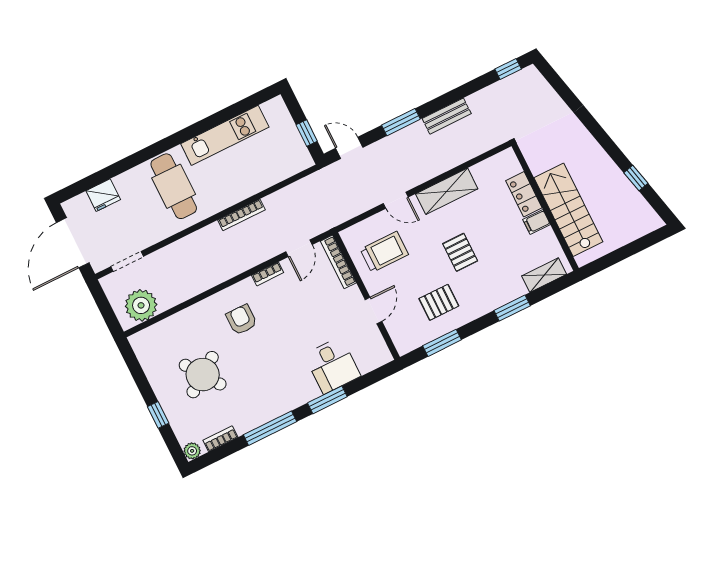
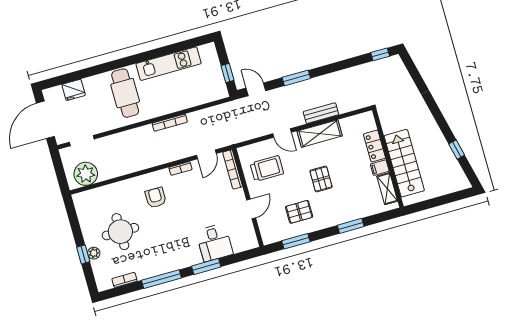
bench: (447, 116) -> (321, 113), moved
shelving: (544, 275) -> (387, 189), moved, turned 90
round table: (203, 375) -> (120, 232), turned 35
plant: (192, 451) -> (94, 253), moved

